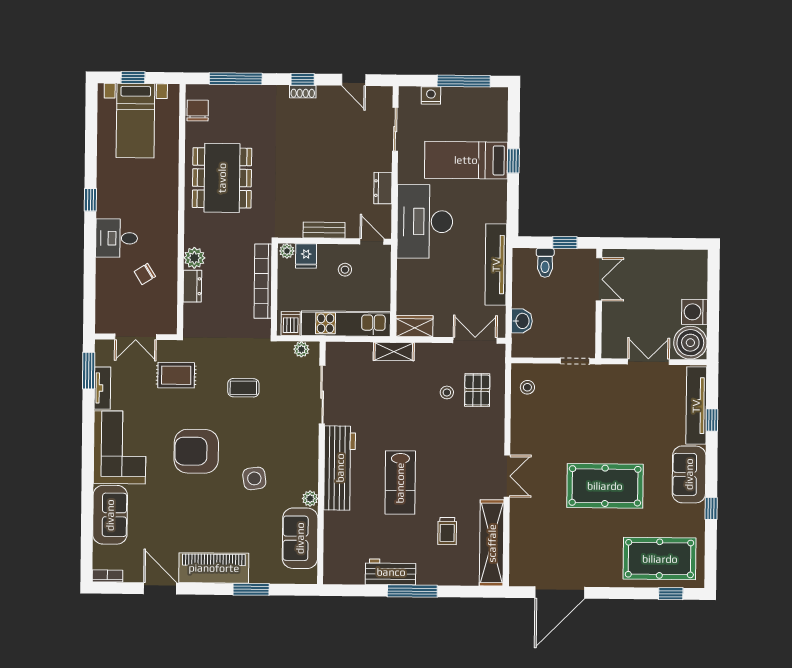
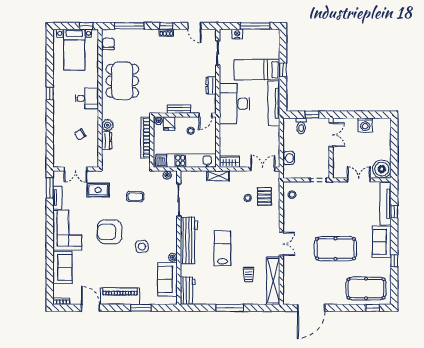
window: (133, 78) -> (86, 26), moved
desk: (117, 238) -> (87, 98), moved, turned 180
door: (372, 241) -> (205, 115), swing flipped
tv unit: (496, 265) -> (274, 103), moved
washing machine: (695, 312) -> (365, 125), moved, turned -90
lab bench: (400, 483) -> (222, 248), turned 180
workbench: (391, 572) -> (188, 291), moved, turned 90

